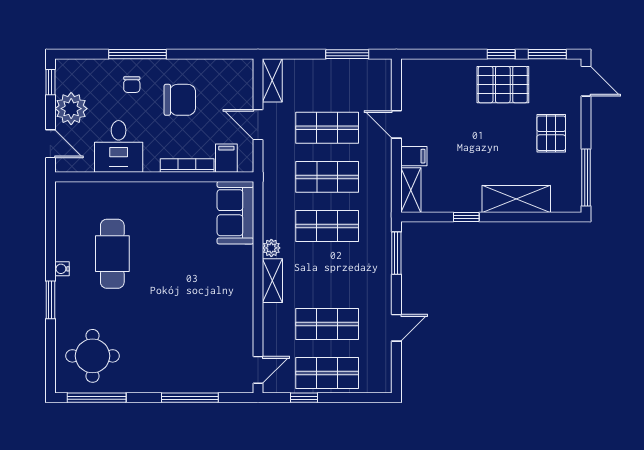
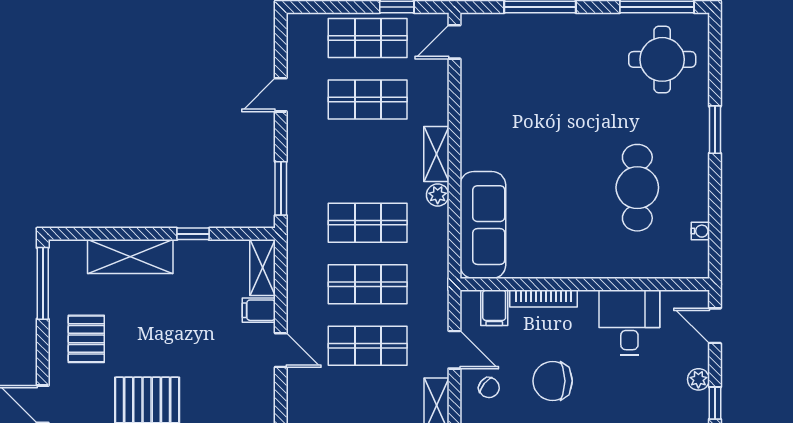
chair: (132, 85) -> (489, 388), moved, turned 129
plant: (71, 109) -> (698, 379), width x0.53, depth x0.53
sofa: (235, 213) -> (483, 225), width x1.36
water cooler: (62, 269) -> (700, 231), moved

